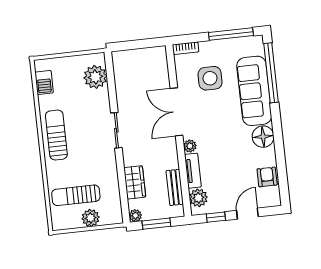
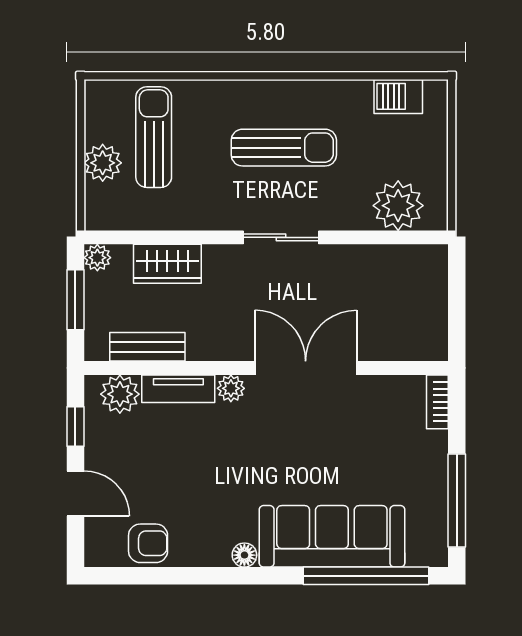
side table: (210, 78) -> (369, 446), removed
sun lounger: (56, 135) -> (284, 148), moved
floor lamp: (263, 137) -> (244, 555), width x0.53, depth x0.53

